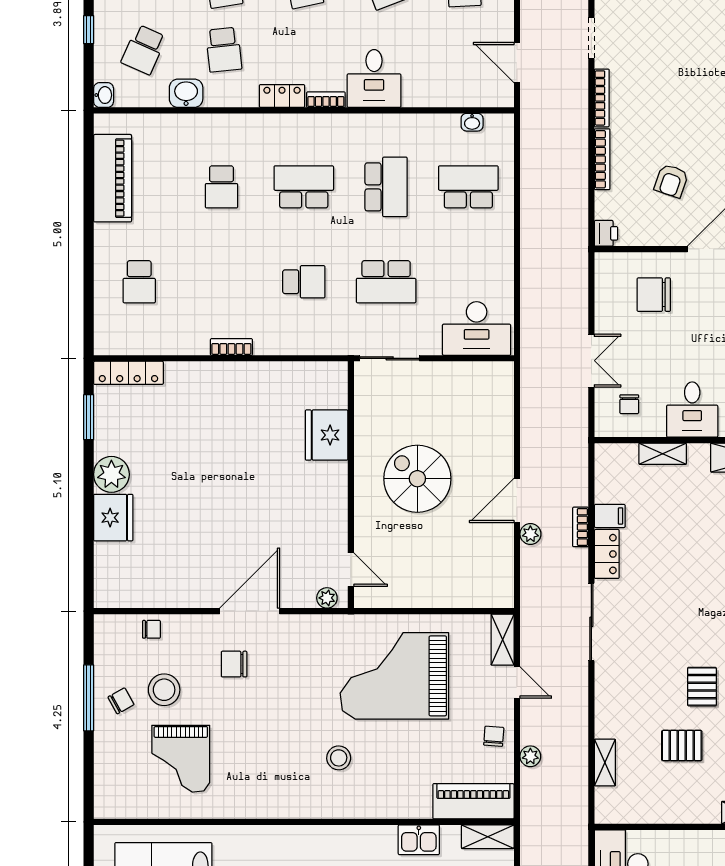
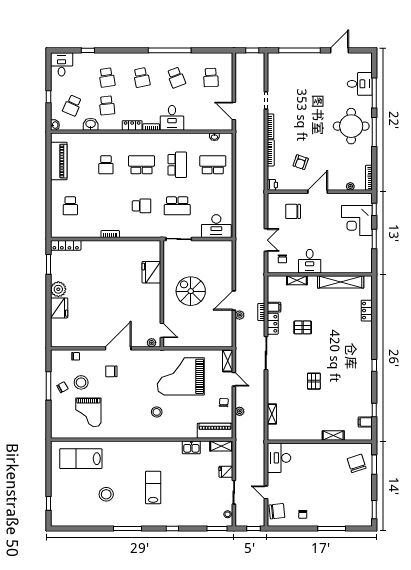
pallet: (682, 746) -> (303, 327), moved

